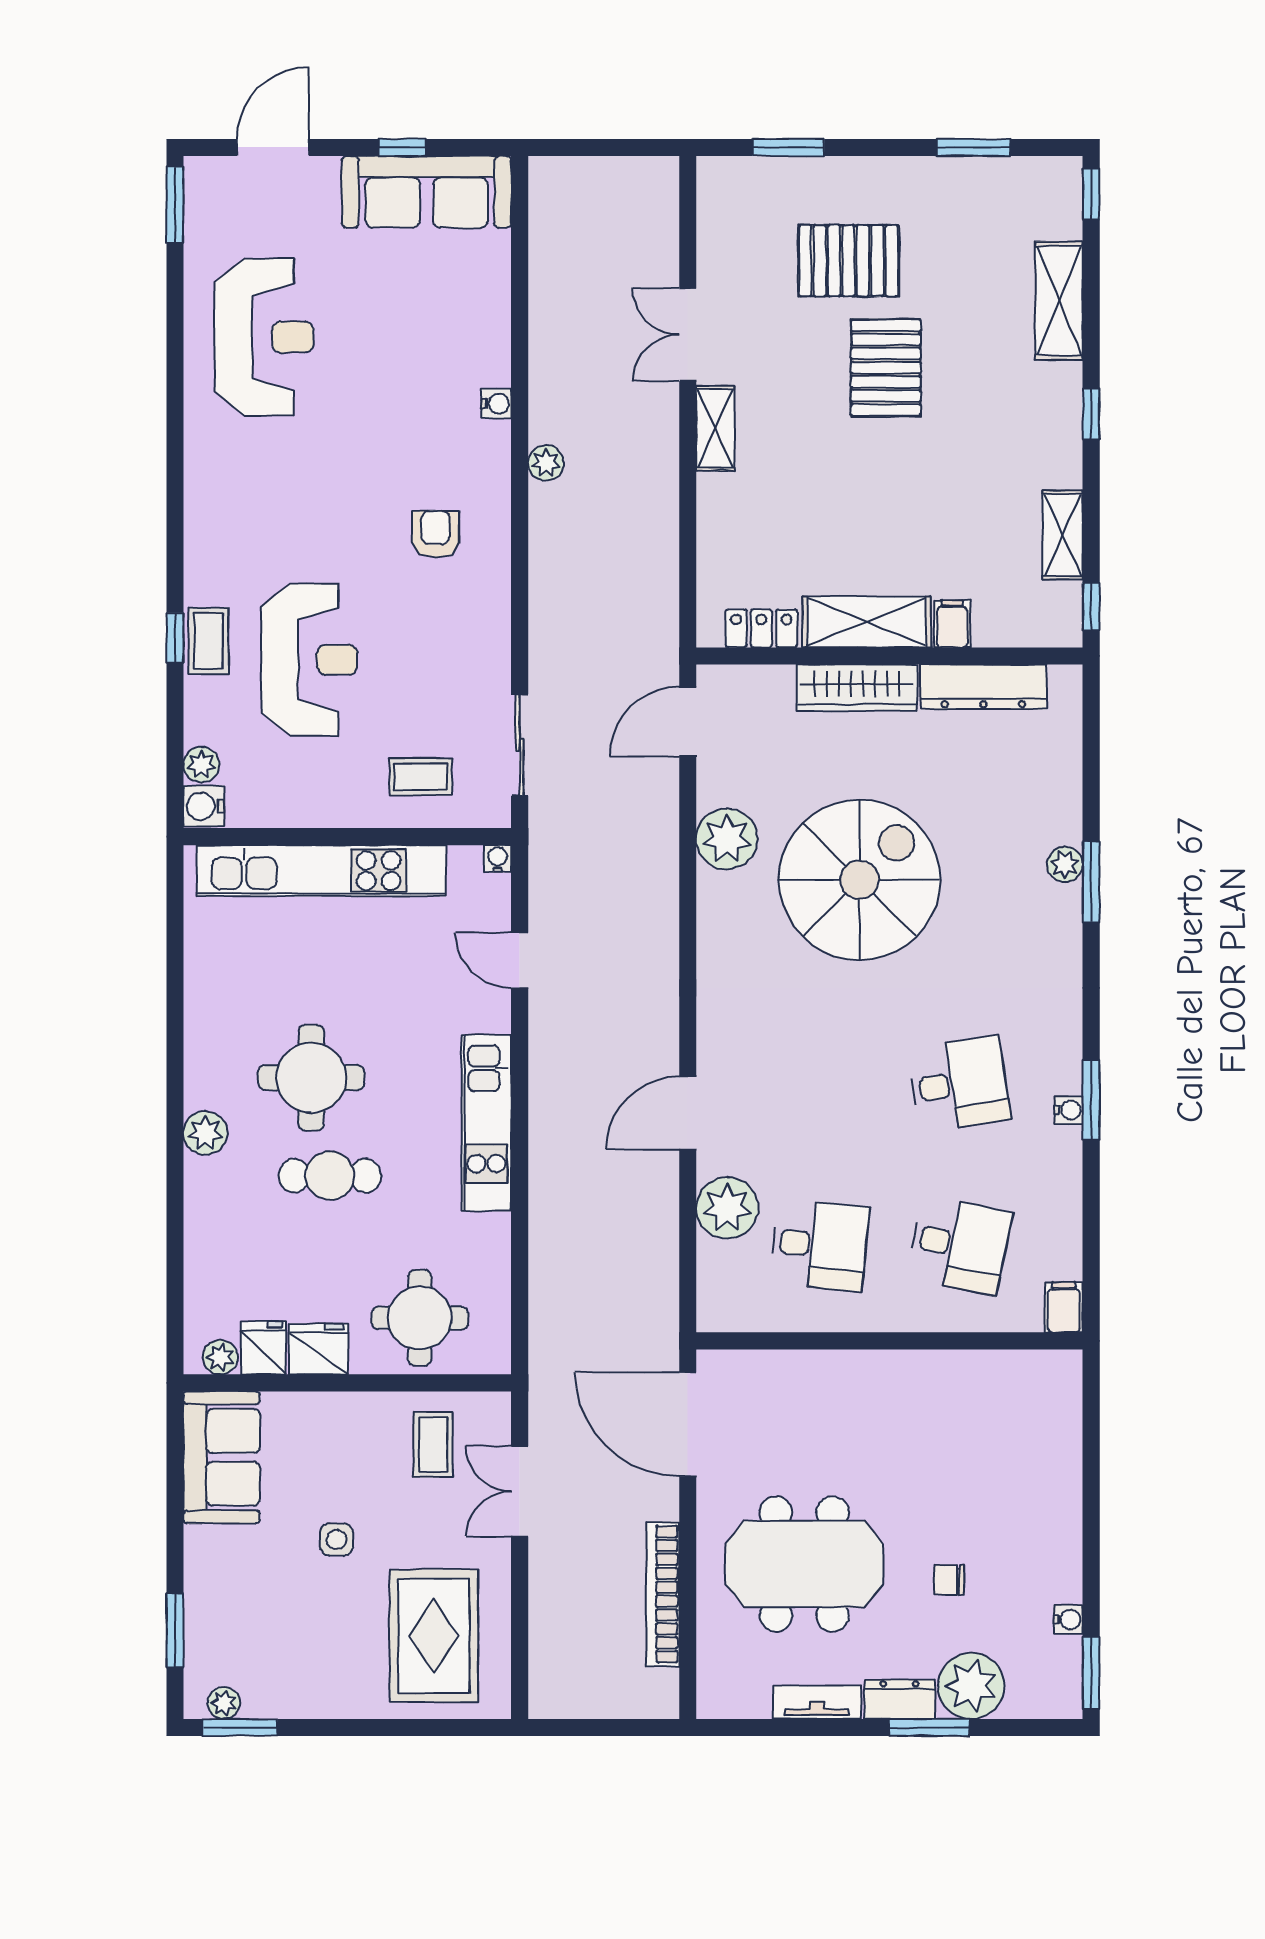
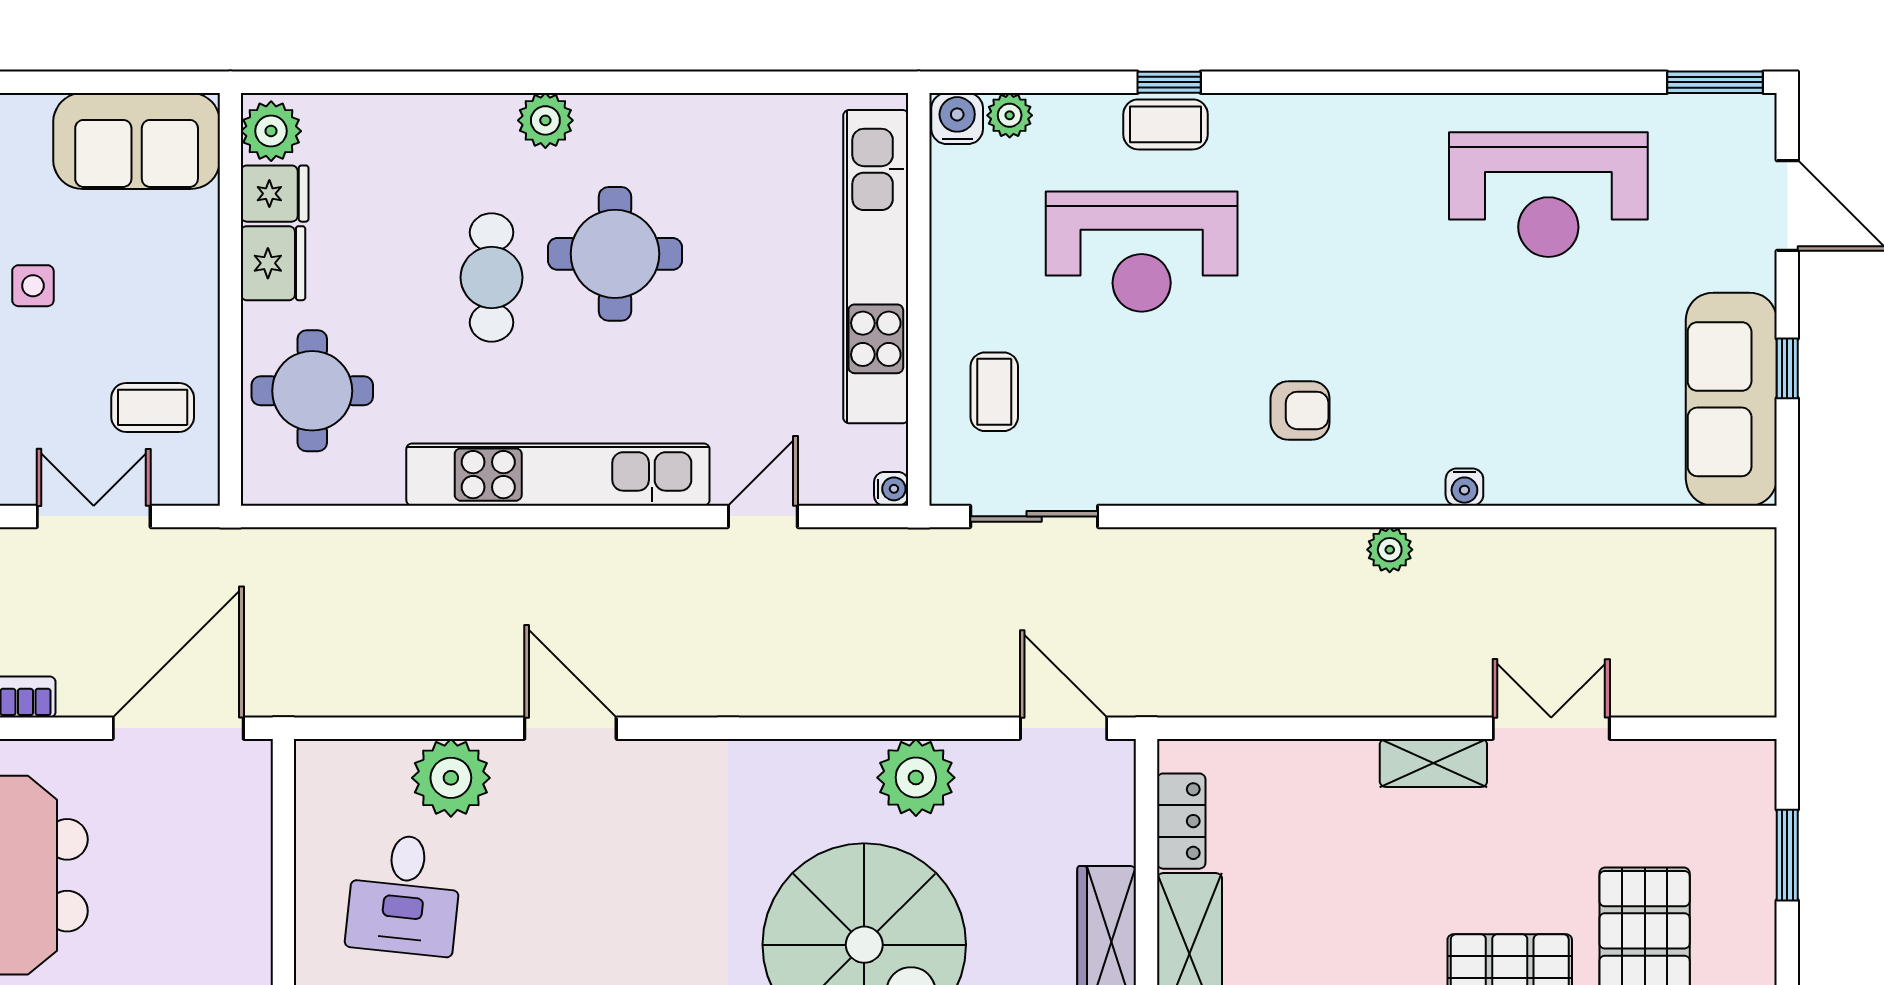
kitchen unit: (486, 1123) -> (558, 475), width x1.36
plant: (220, 1357) -> (271, 131), width x1.38, depth x1.38

